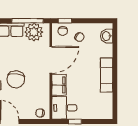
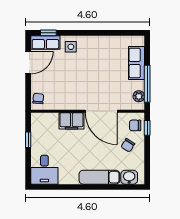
plant: (34, 32) -> (139, 96), width x0.53, depth x0.53
exam couch: (107, 75) -> (99, 177), moved
chair: (16, 79) -> (78, 70), removed
desk: (64, 108) -> (44, 170), moved, turned 180

